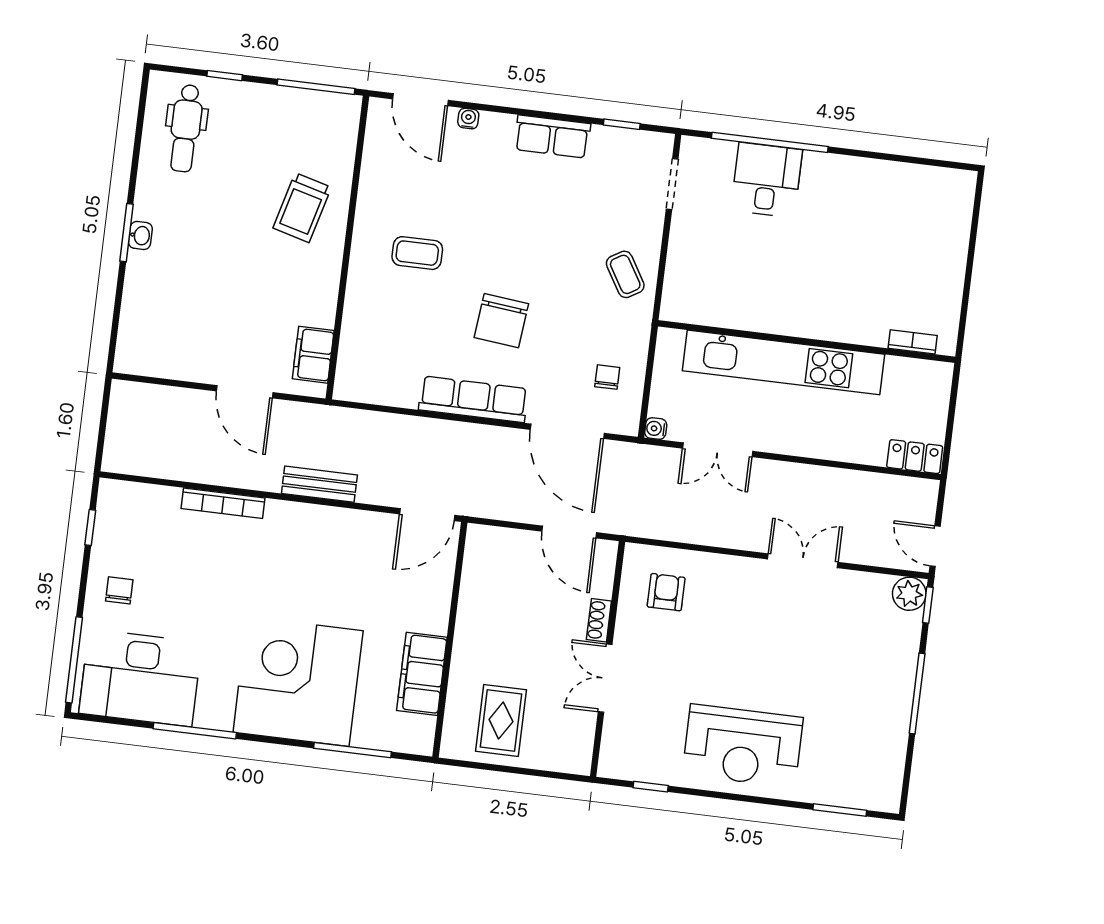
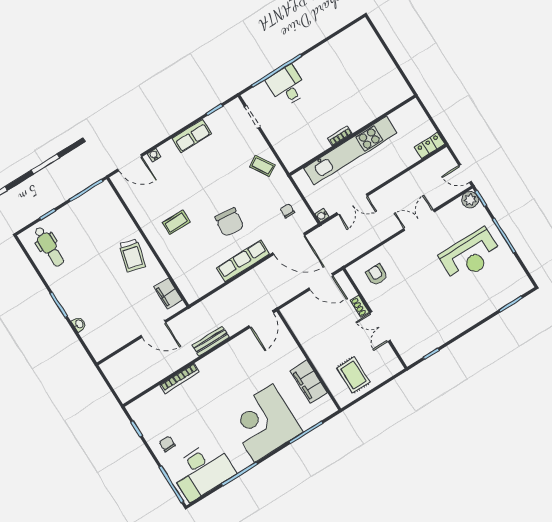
trolley: (302, 208) -> (132, 255), moved
washbasin: (140, 235) -> (79, 324), moved
bookcase: (913, 342) -> (340, 136), moved
reception desk: (743, 746) -> (470, 255), moved

